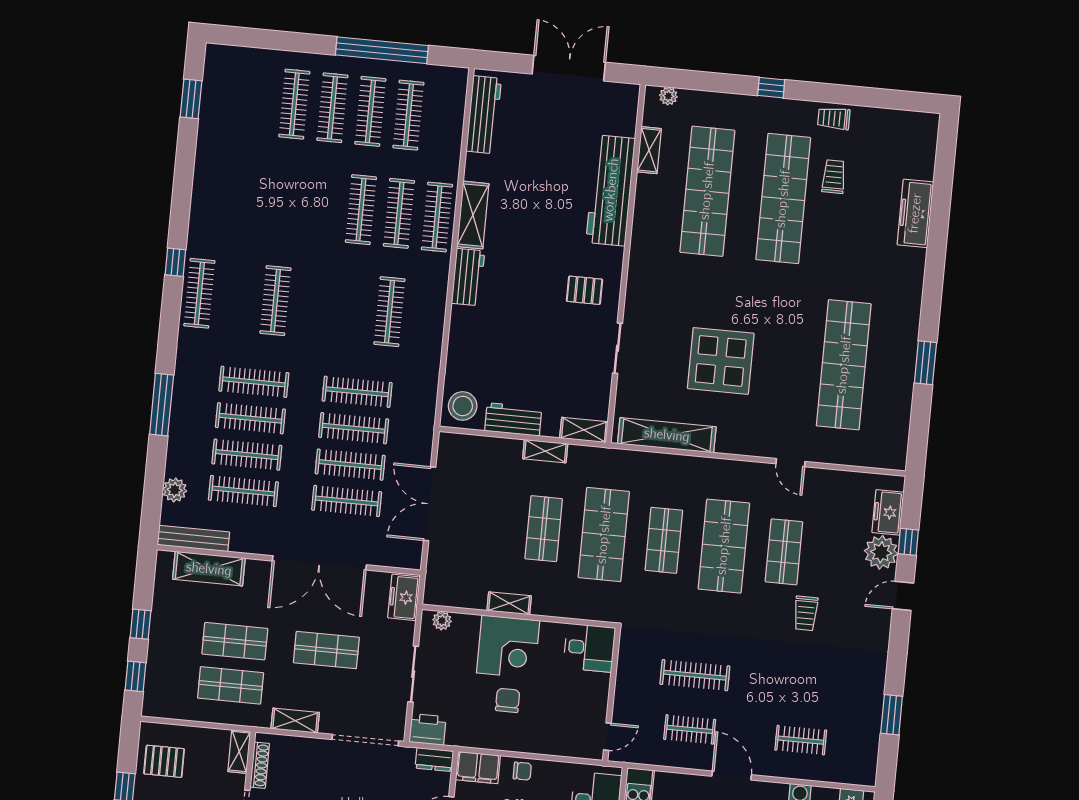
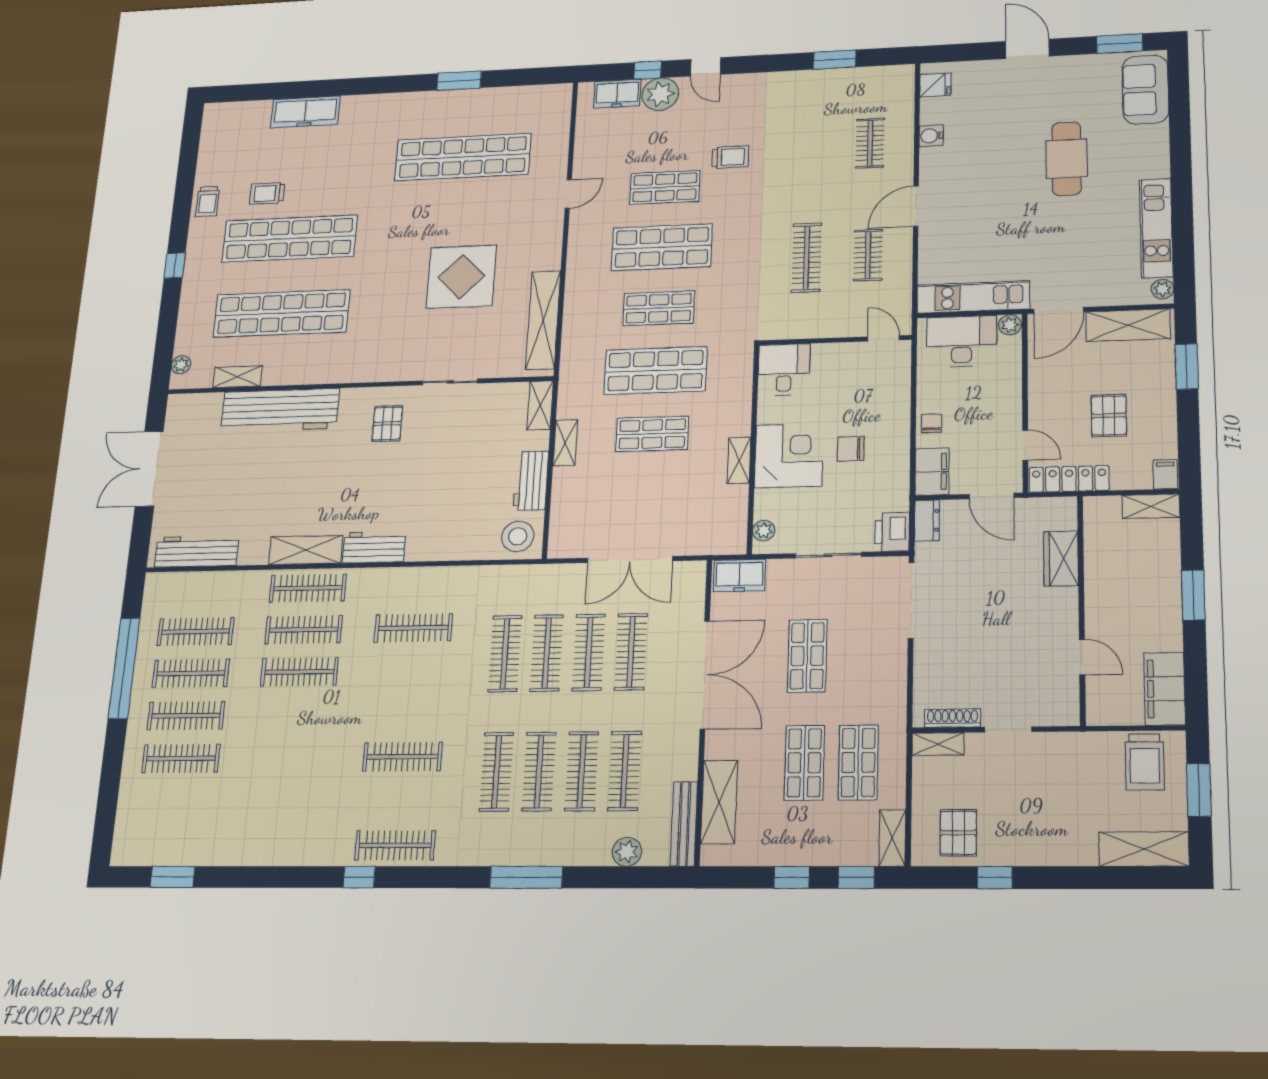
shelving: (295, 721) -> (892, 838), moved

